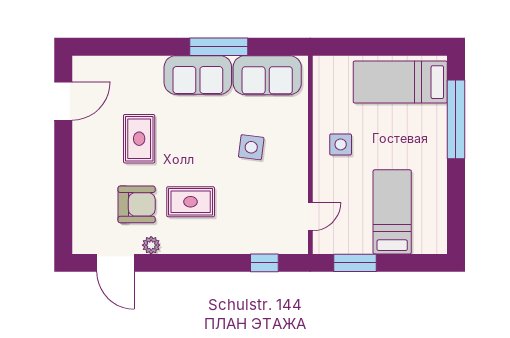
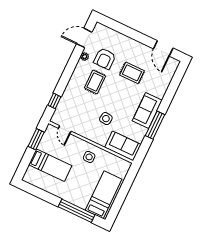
sofa: (267, 75) -> (123, 146), moved, turned 90

